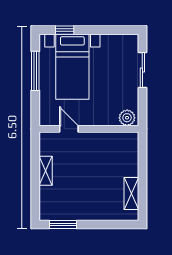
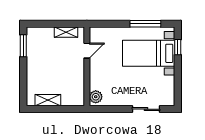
plant: (127, 118) -> (96, 97), moved
door: (69, 129) -> (87, 51), moved
wall: (89, 129) -> (87, 66), moved

